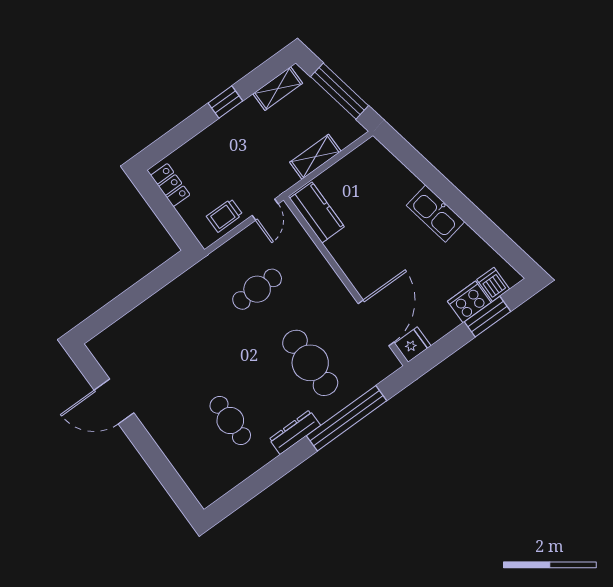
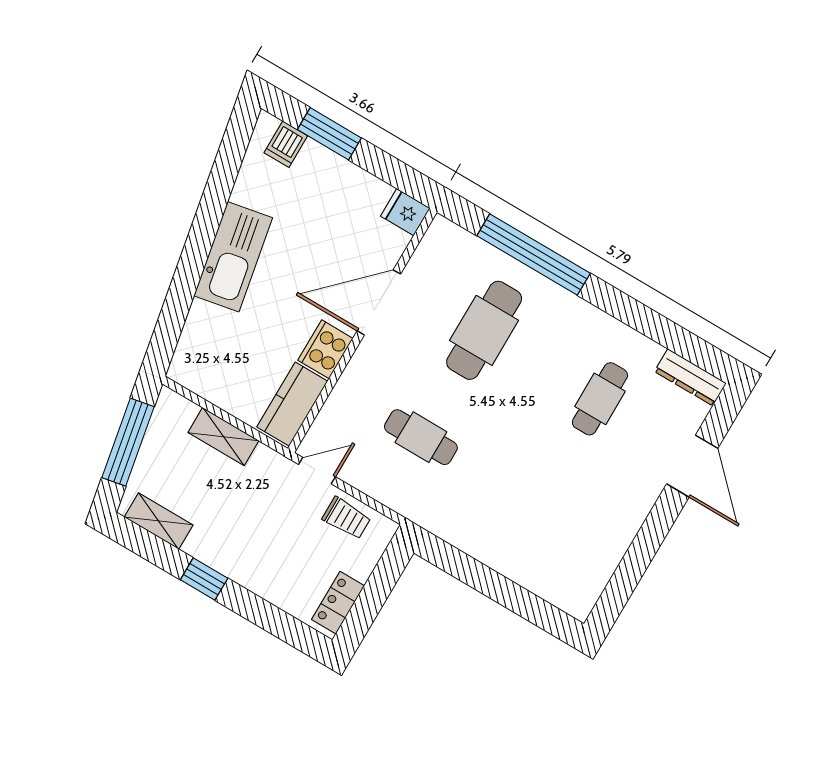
kitchen sink: (435, 214) -> (233, 257), width x1.36, depth x1.24
cooker: (469, 302) -> (325, 349), moved, turned 90
door: (376, 323) -> (379, 302), moved
door: (114, 401) -> (692, 466), moved
dresser: (295, 432) -> (690, 377), moved

